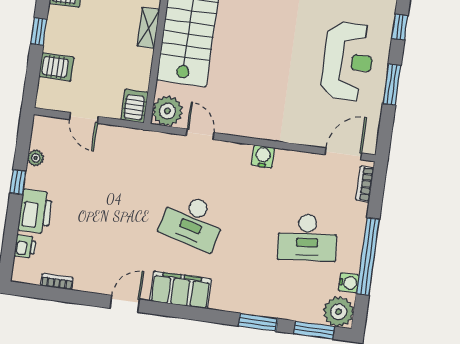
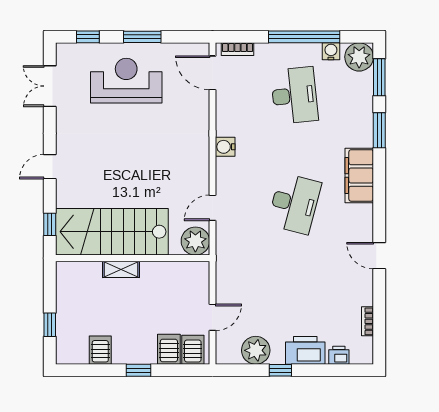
server rack: (135, 106) -> (193, 350), moved, turned 90
plant: (36, 158) -> (256, 350), width x1.87, depth x1.87
filing cabinet: (181, 290) -> (359, 175), moved

